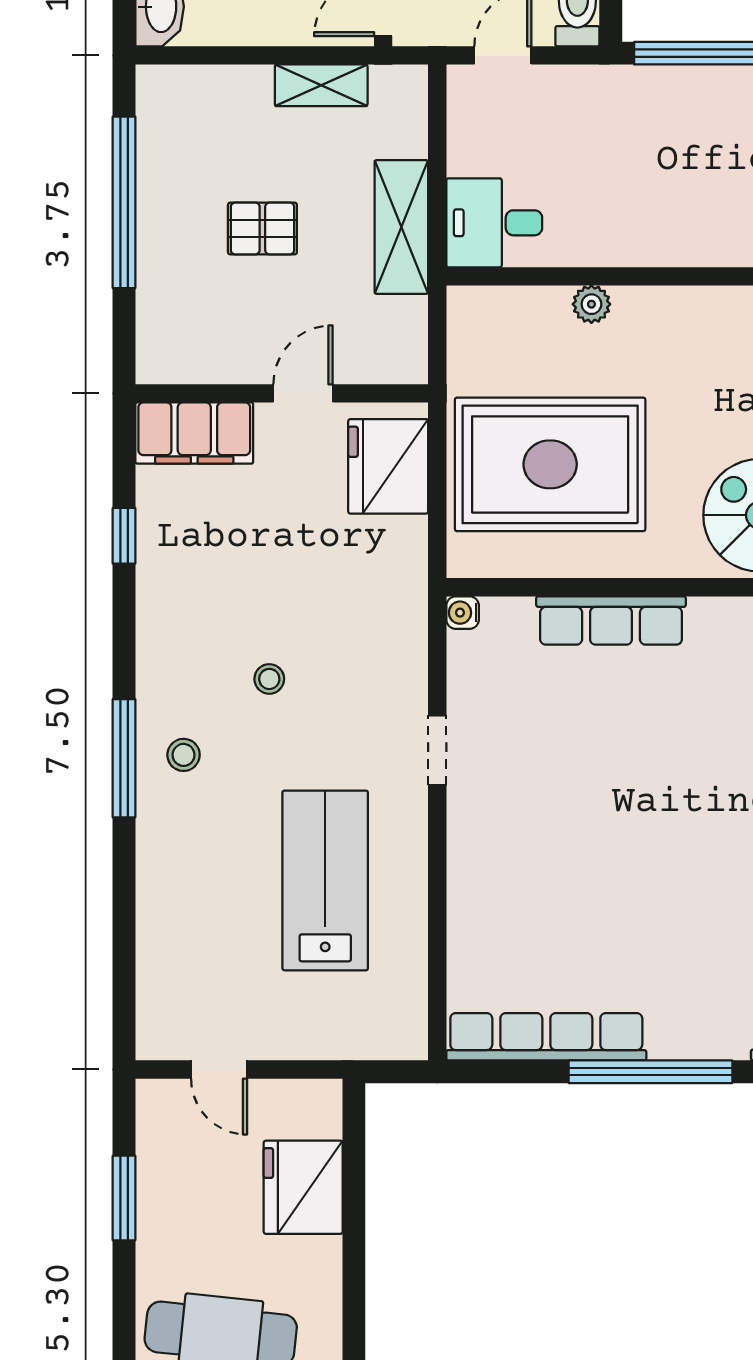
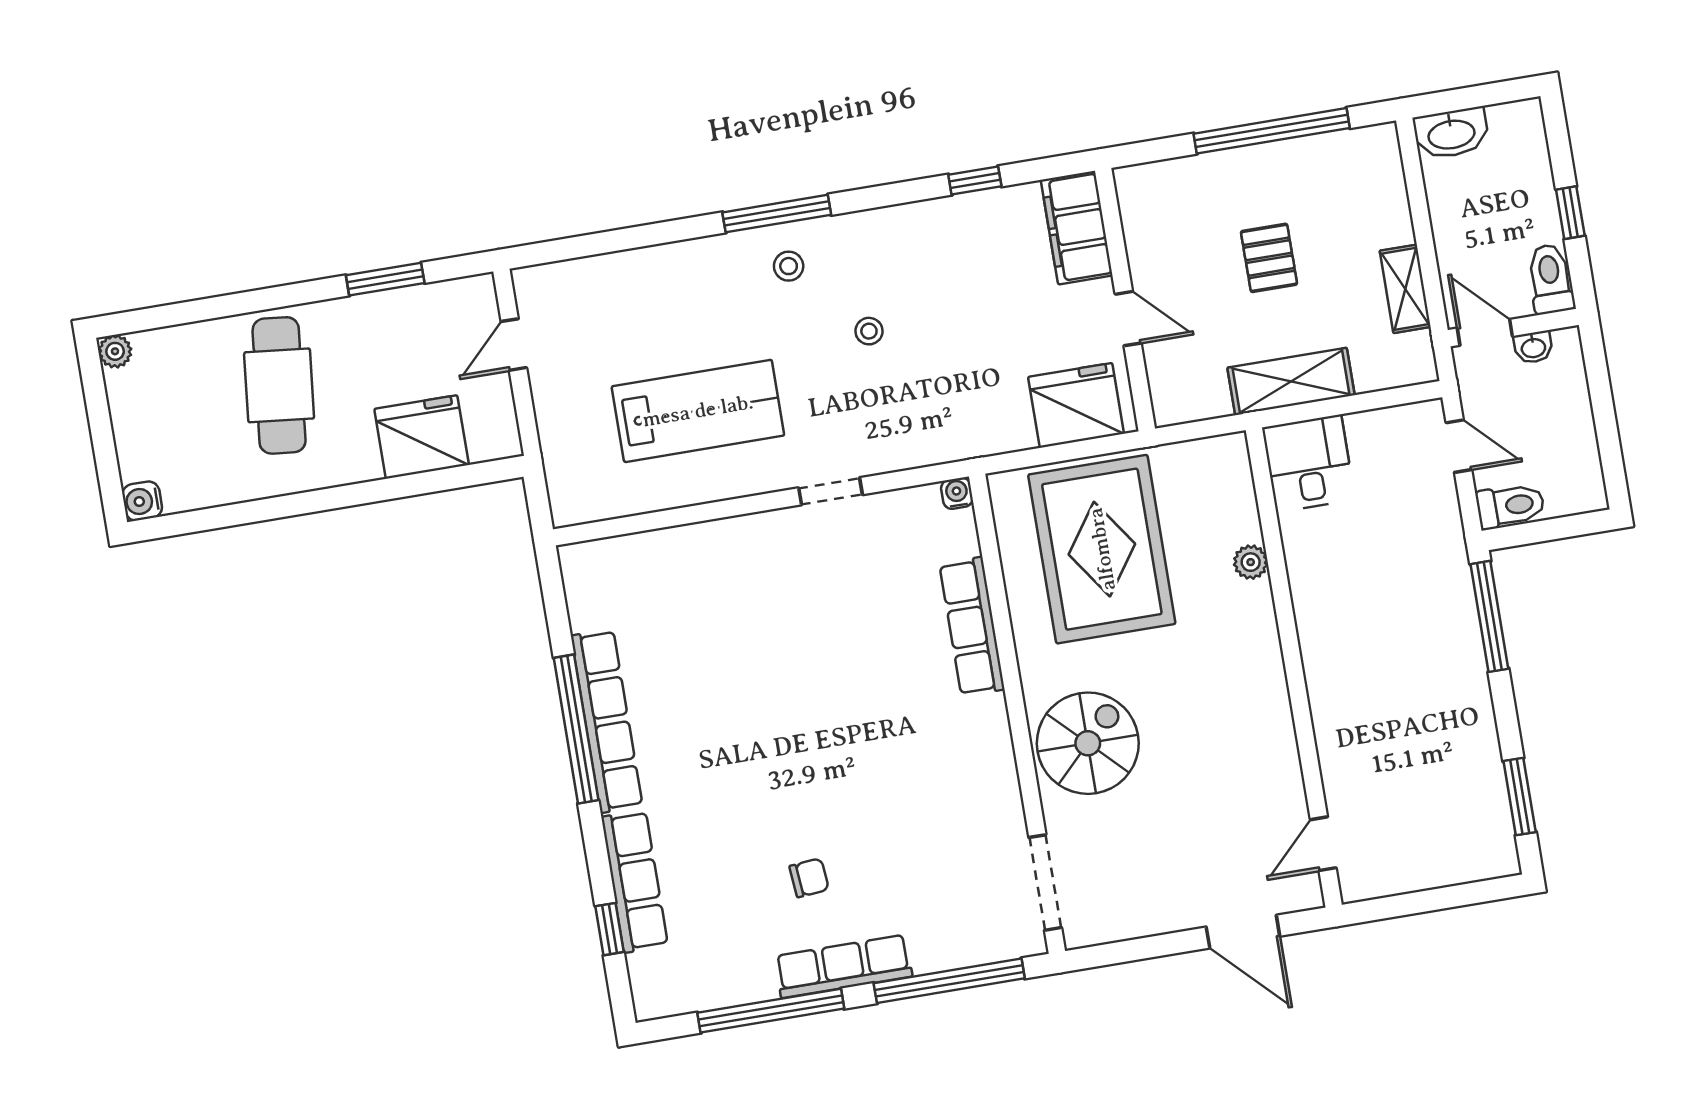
row of seats: (546, 1037) -> (607, 721), moved

